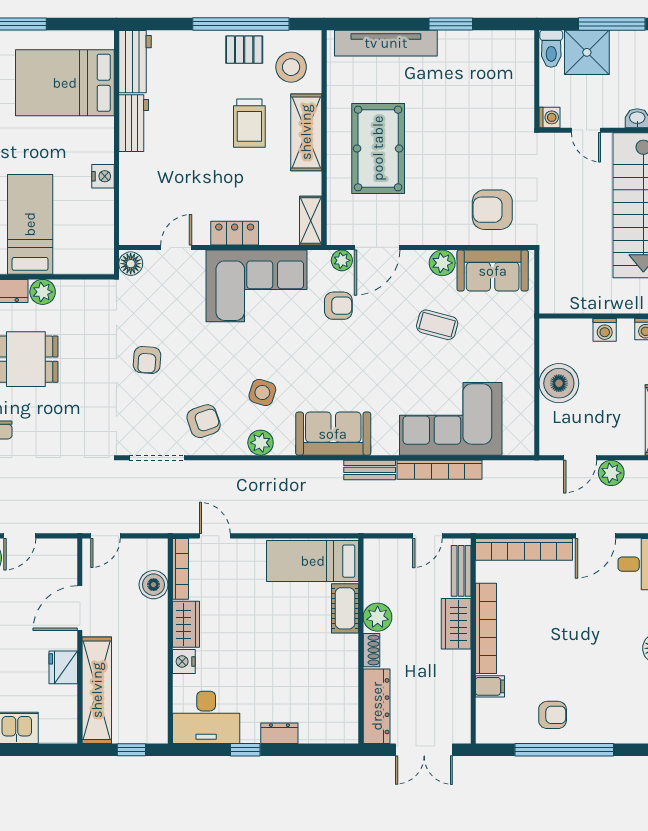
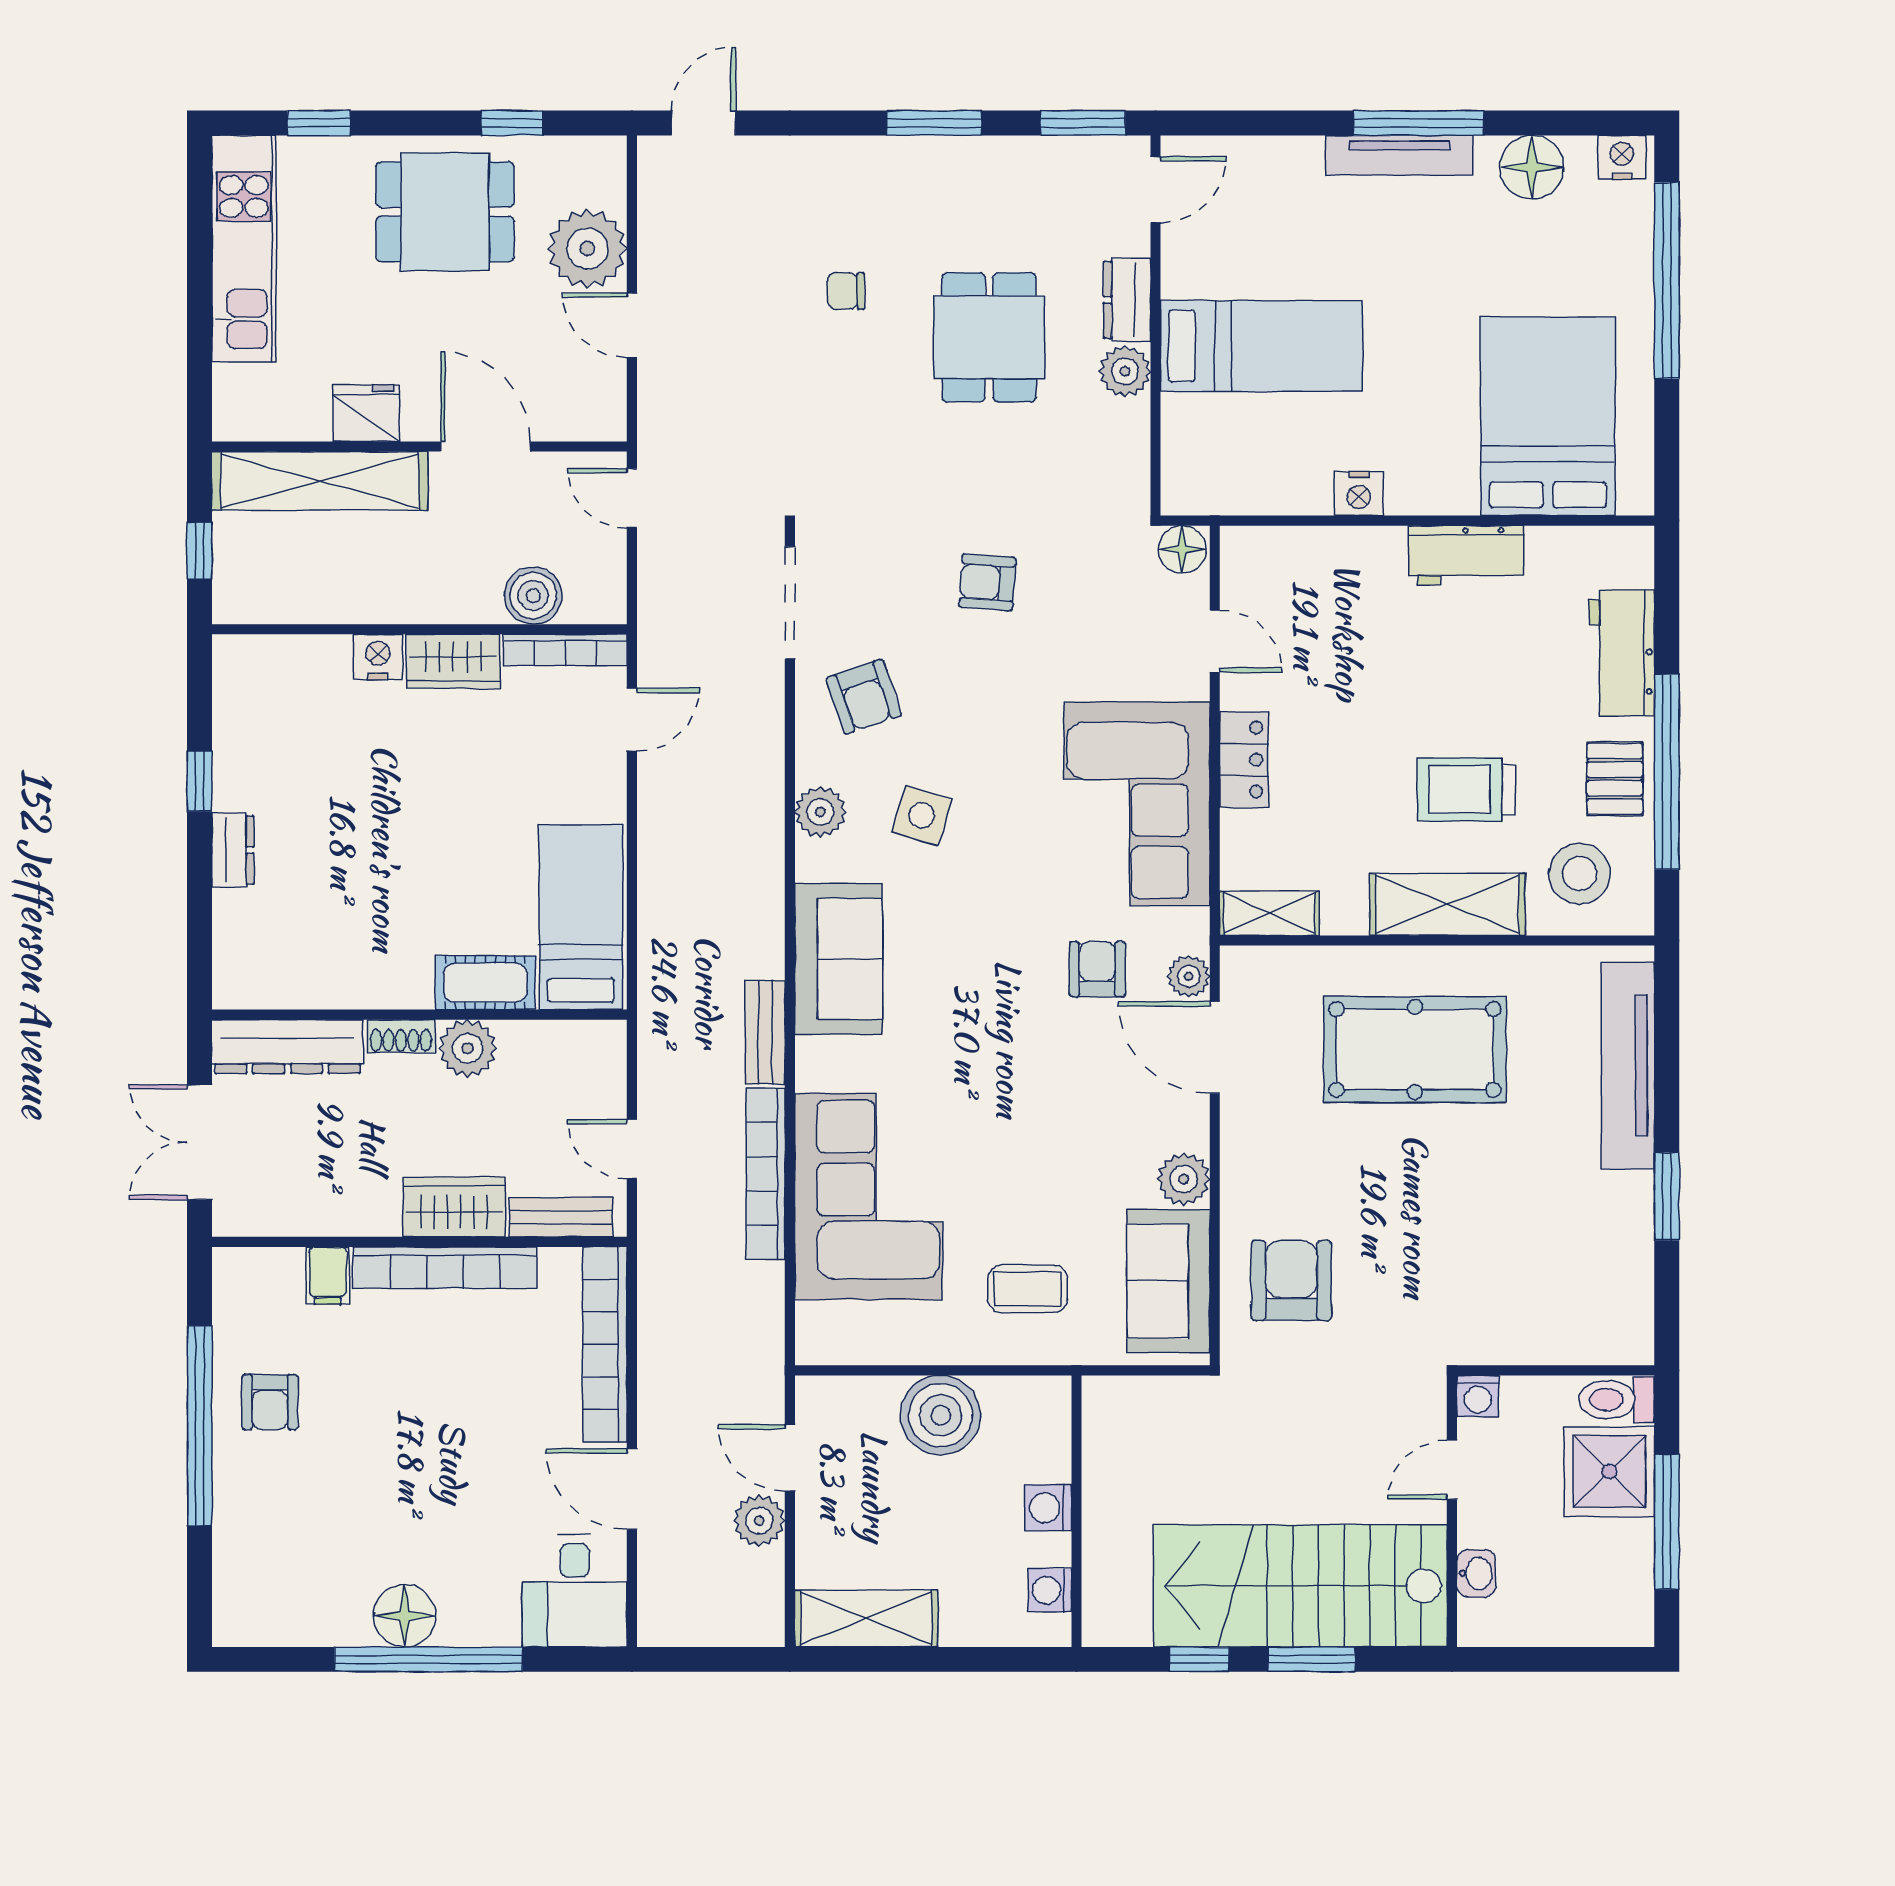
workbench: (135, 62) -> (1622, 653), moved, turned 90
armchair: (338, 306) -> (1097, 969), turned 180
coffee table: (437, 325) -> (1028, 1289), moved, turned 75
desk: (206, 717) -> (265, 702), removed

